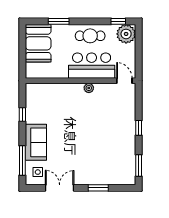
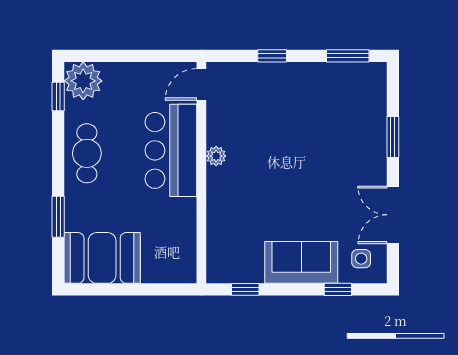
bar counter: (92, 66) -> (171, 150), moved
wall: (81, 81) -> (201, 173), moved
door: (124, 81) -> (201, 84), moved
plant: (89, 88) -> (216, 156), moved
window: (22, 161) -> (338, 289), width x0.46

